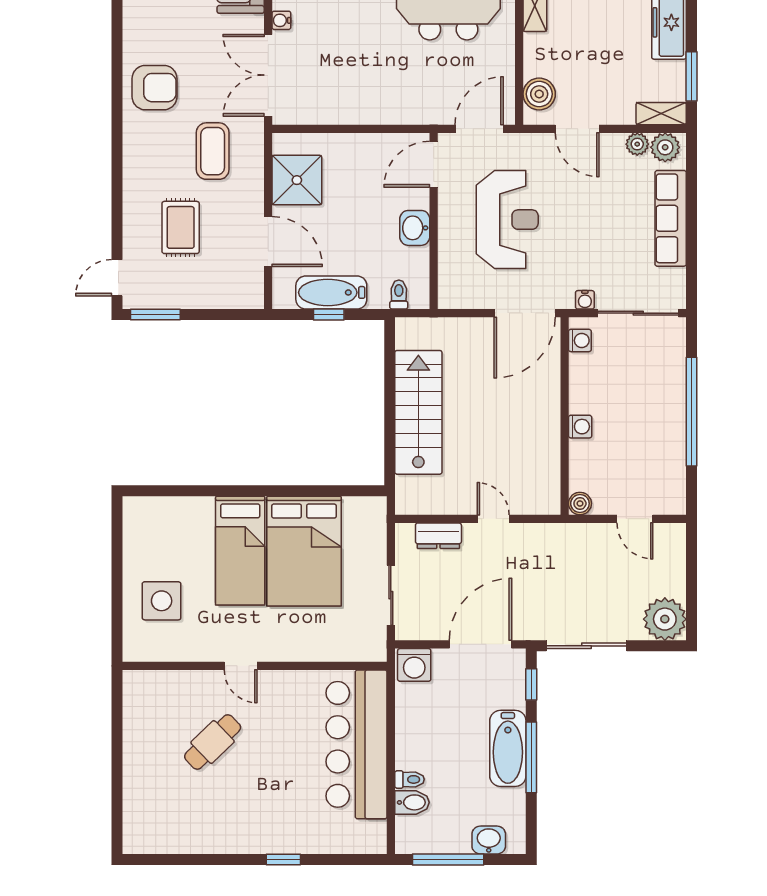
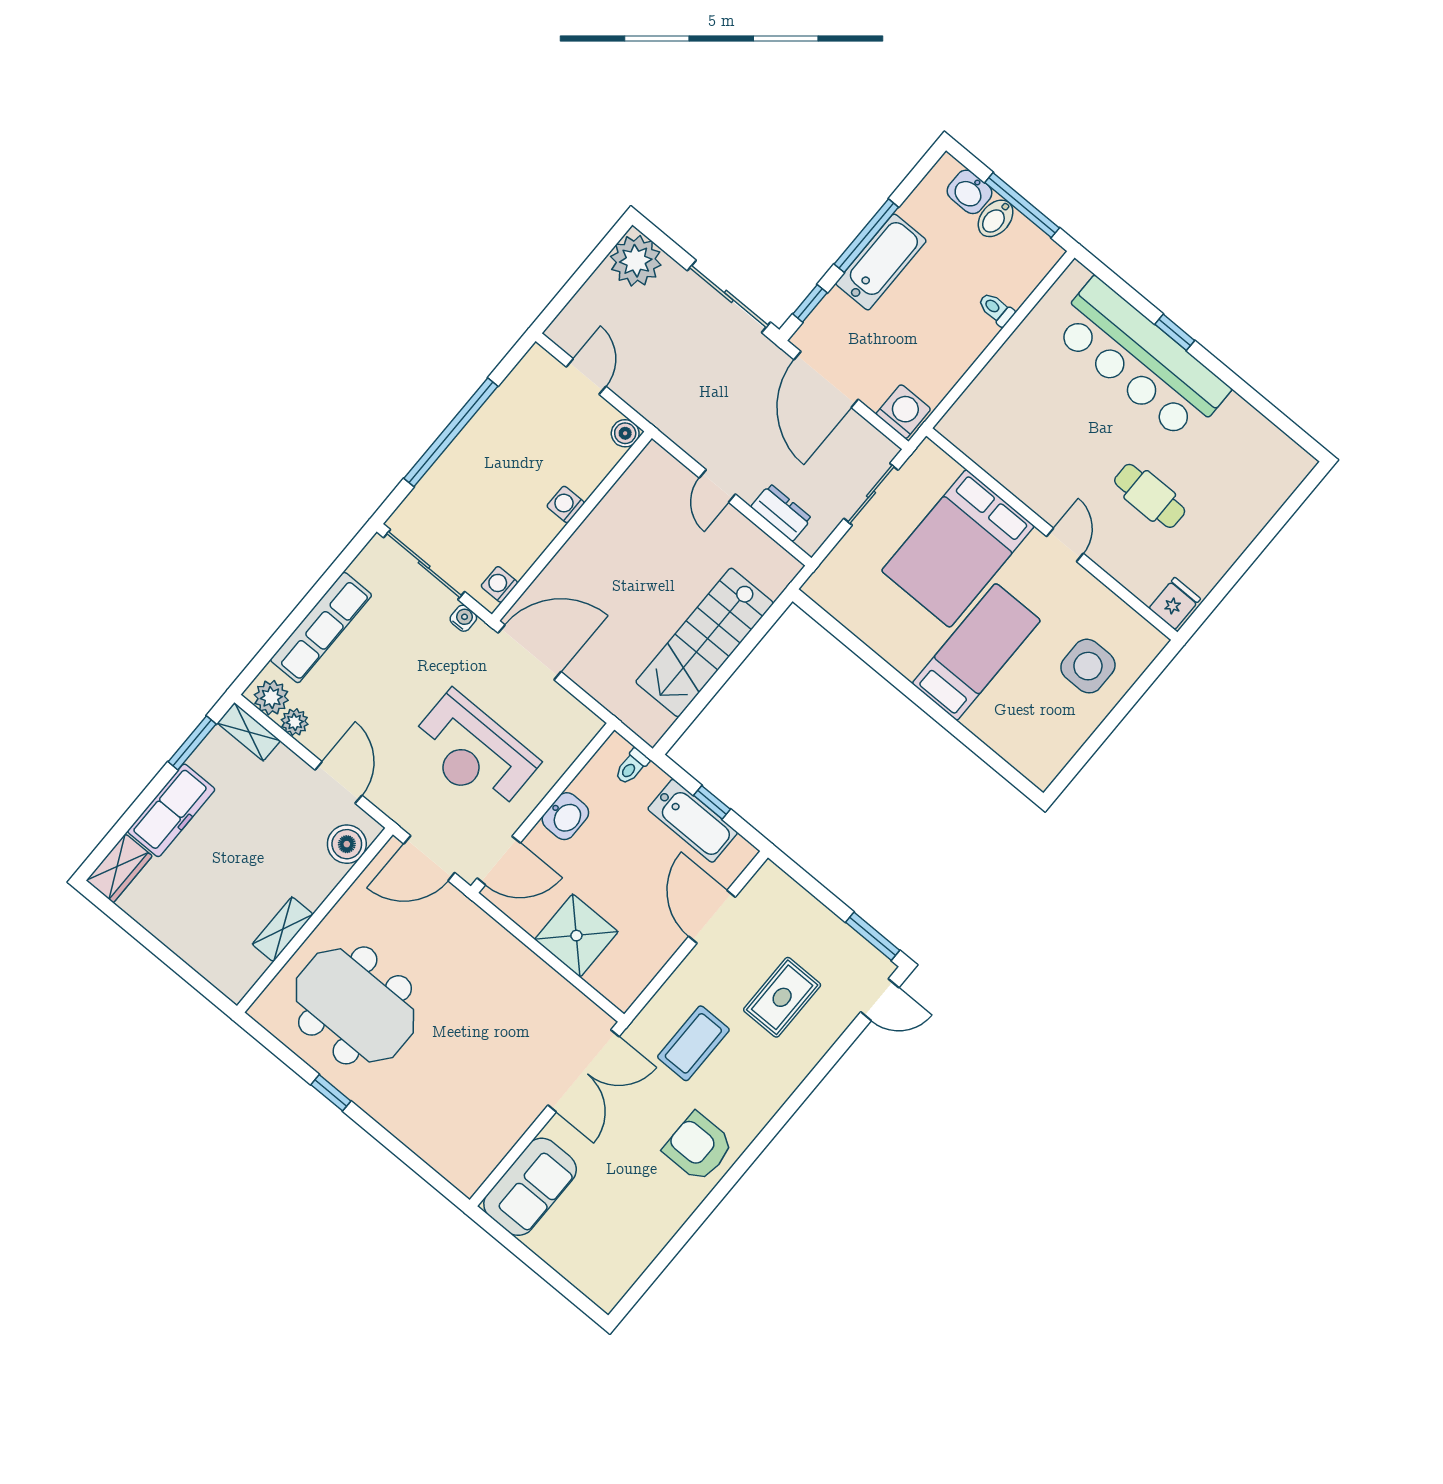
water cooler: (281, 20) -> (529, 1111), removed
shower: (297, 180) -> (576, 936), moved
reception desk: (507, 220) -> (473, 753), turned -90
bed: (304, 551) -> (958, 548), moved, turned 180
door: (480, 644) -> (826, 379), hinge flipped
fridge: (140, 687) -> (1175, 603), added
cafe table: (213, 742) -> (1150, 496), turned 44
bar counter: (357, 744) -> (1140, 360), moved, turned 90
bidet: (412, 802) -> (996, 218), moved, turned -90

